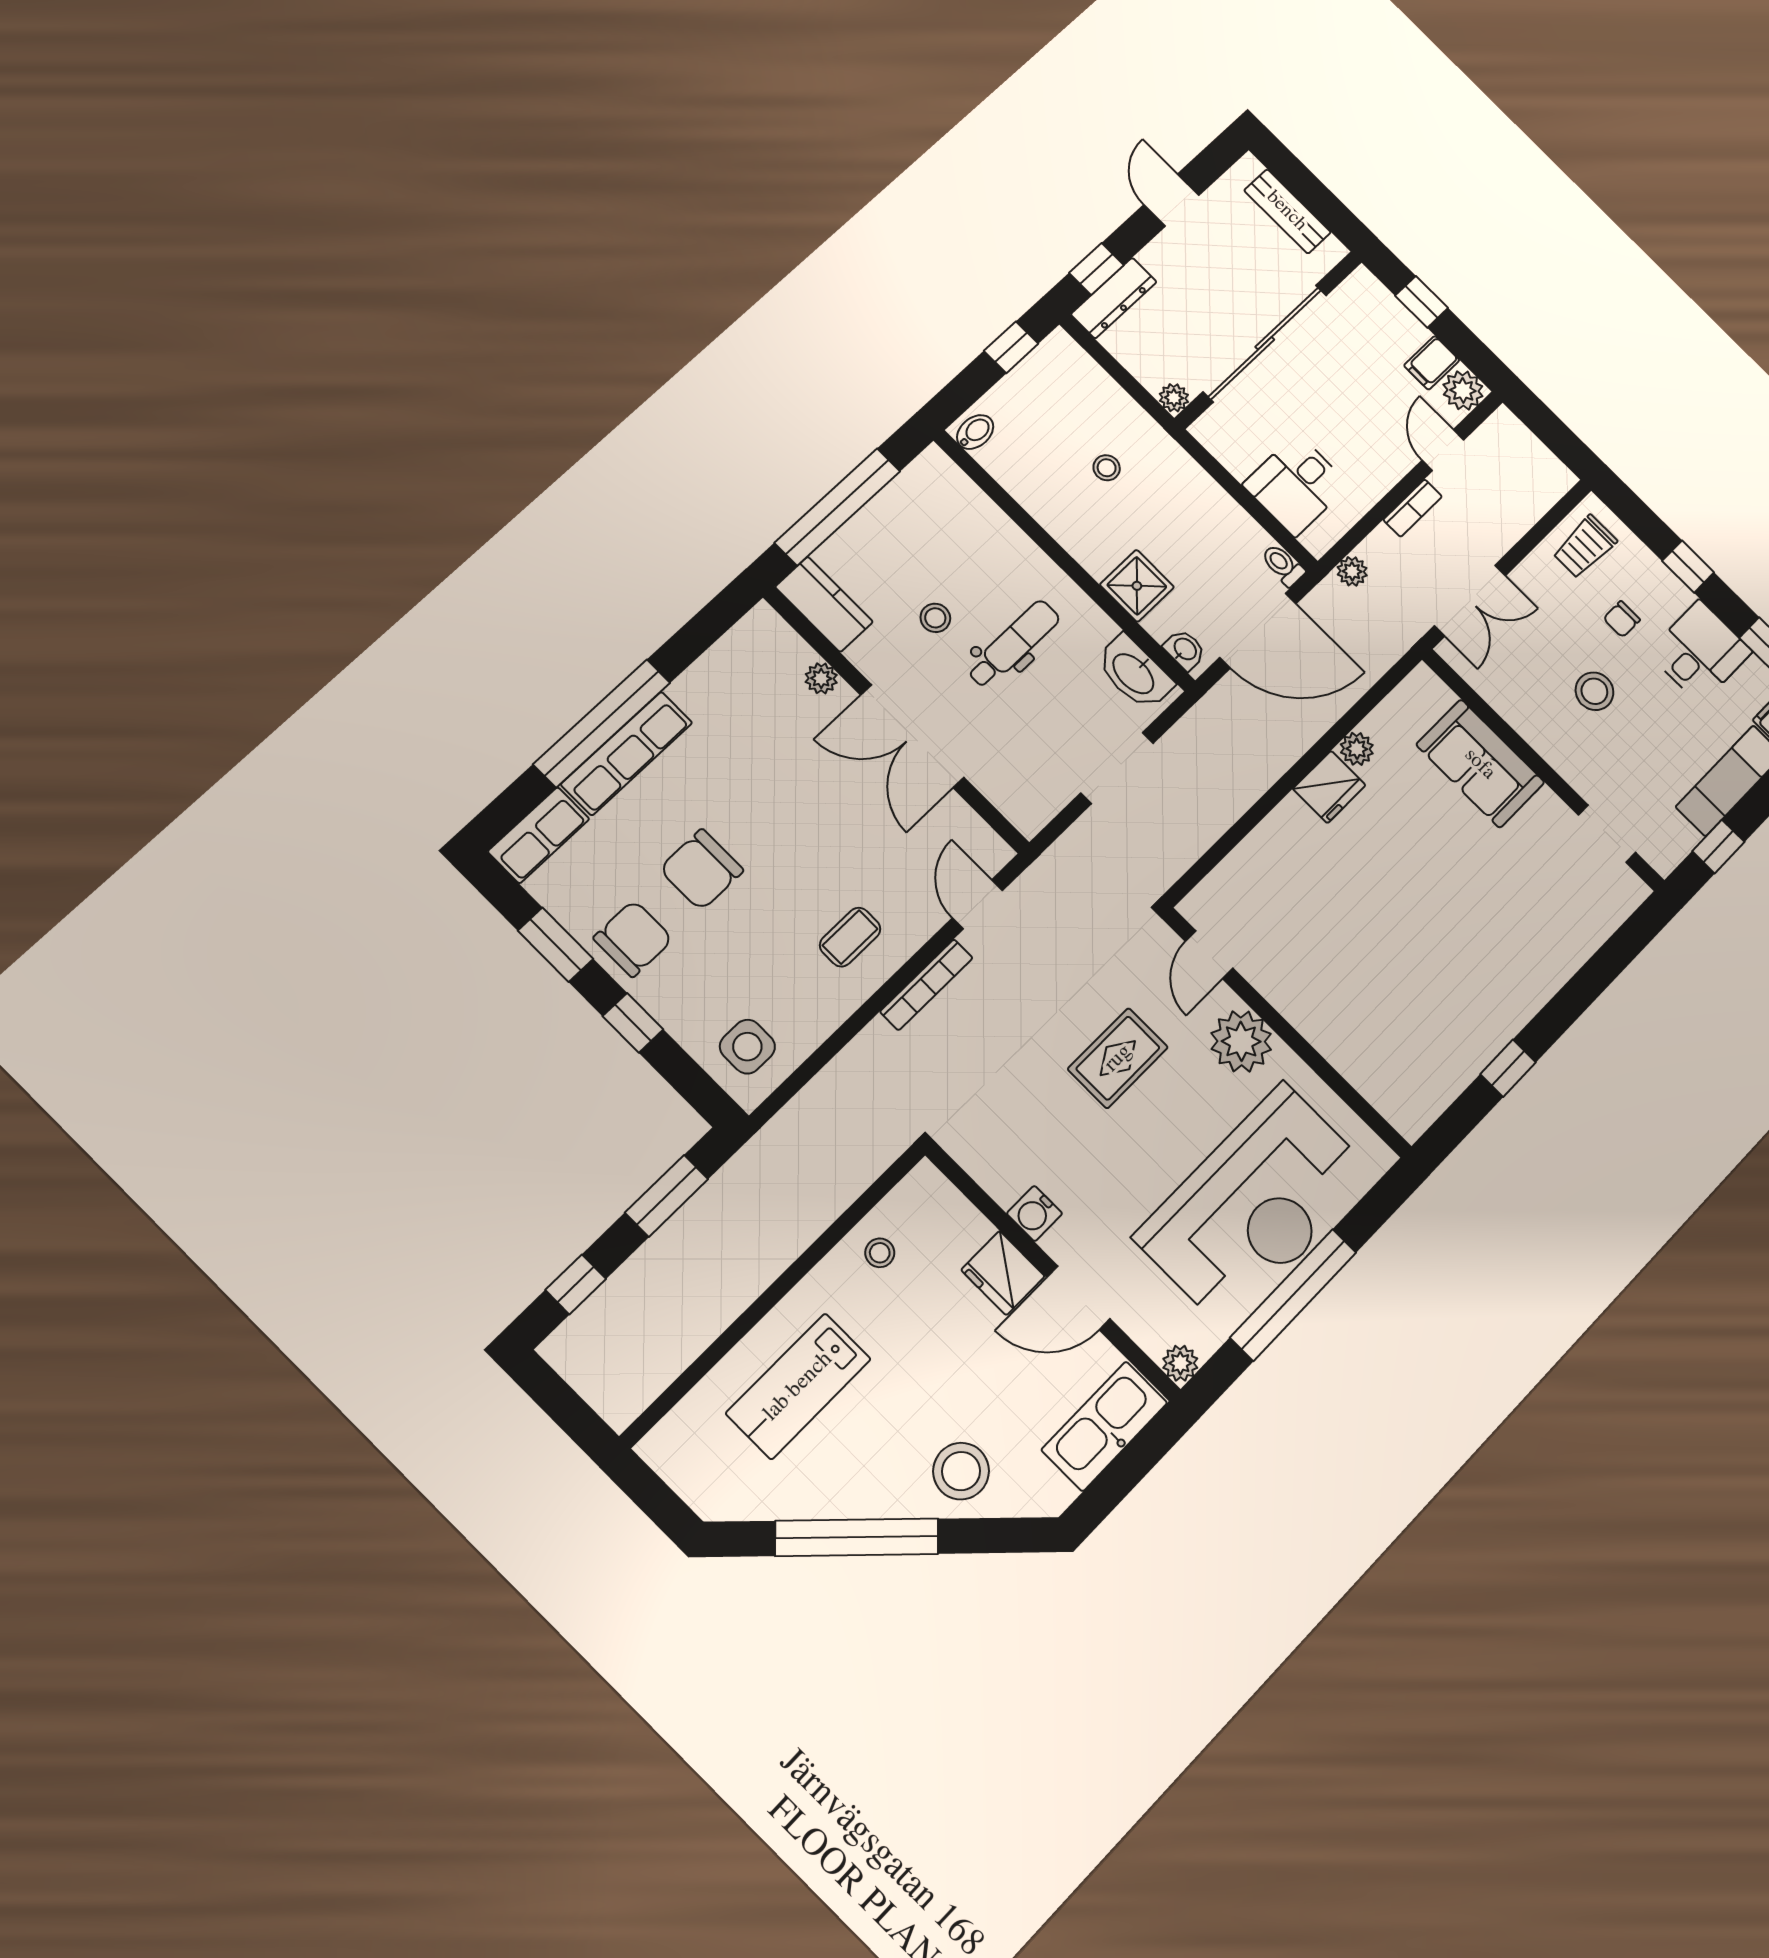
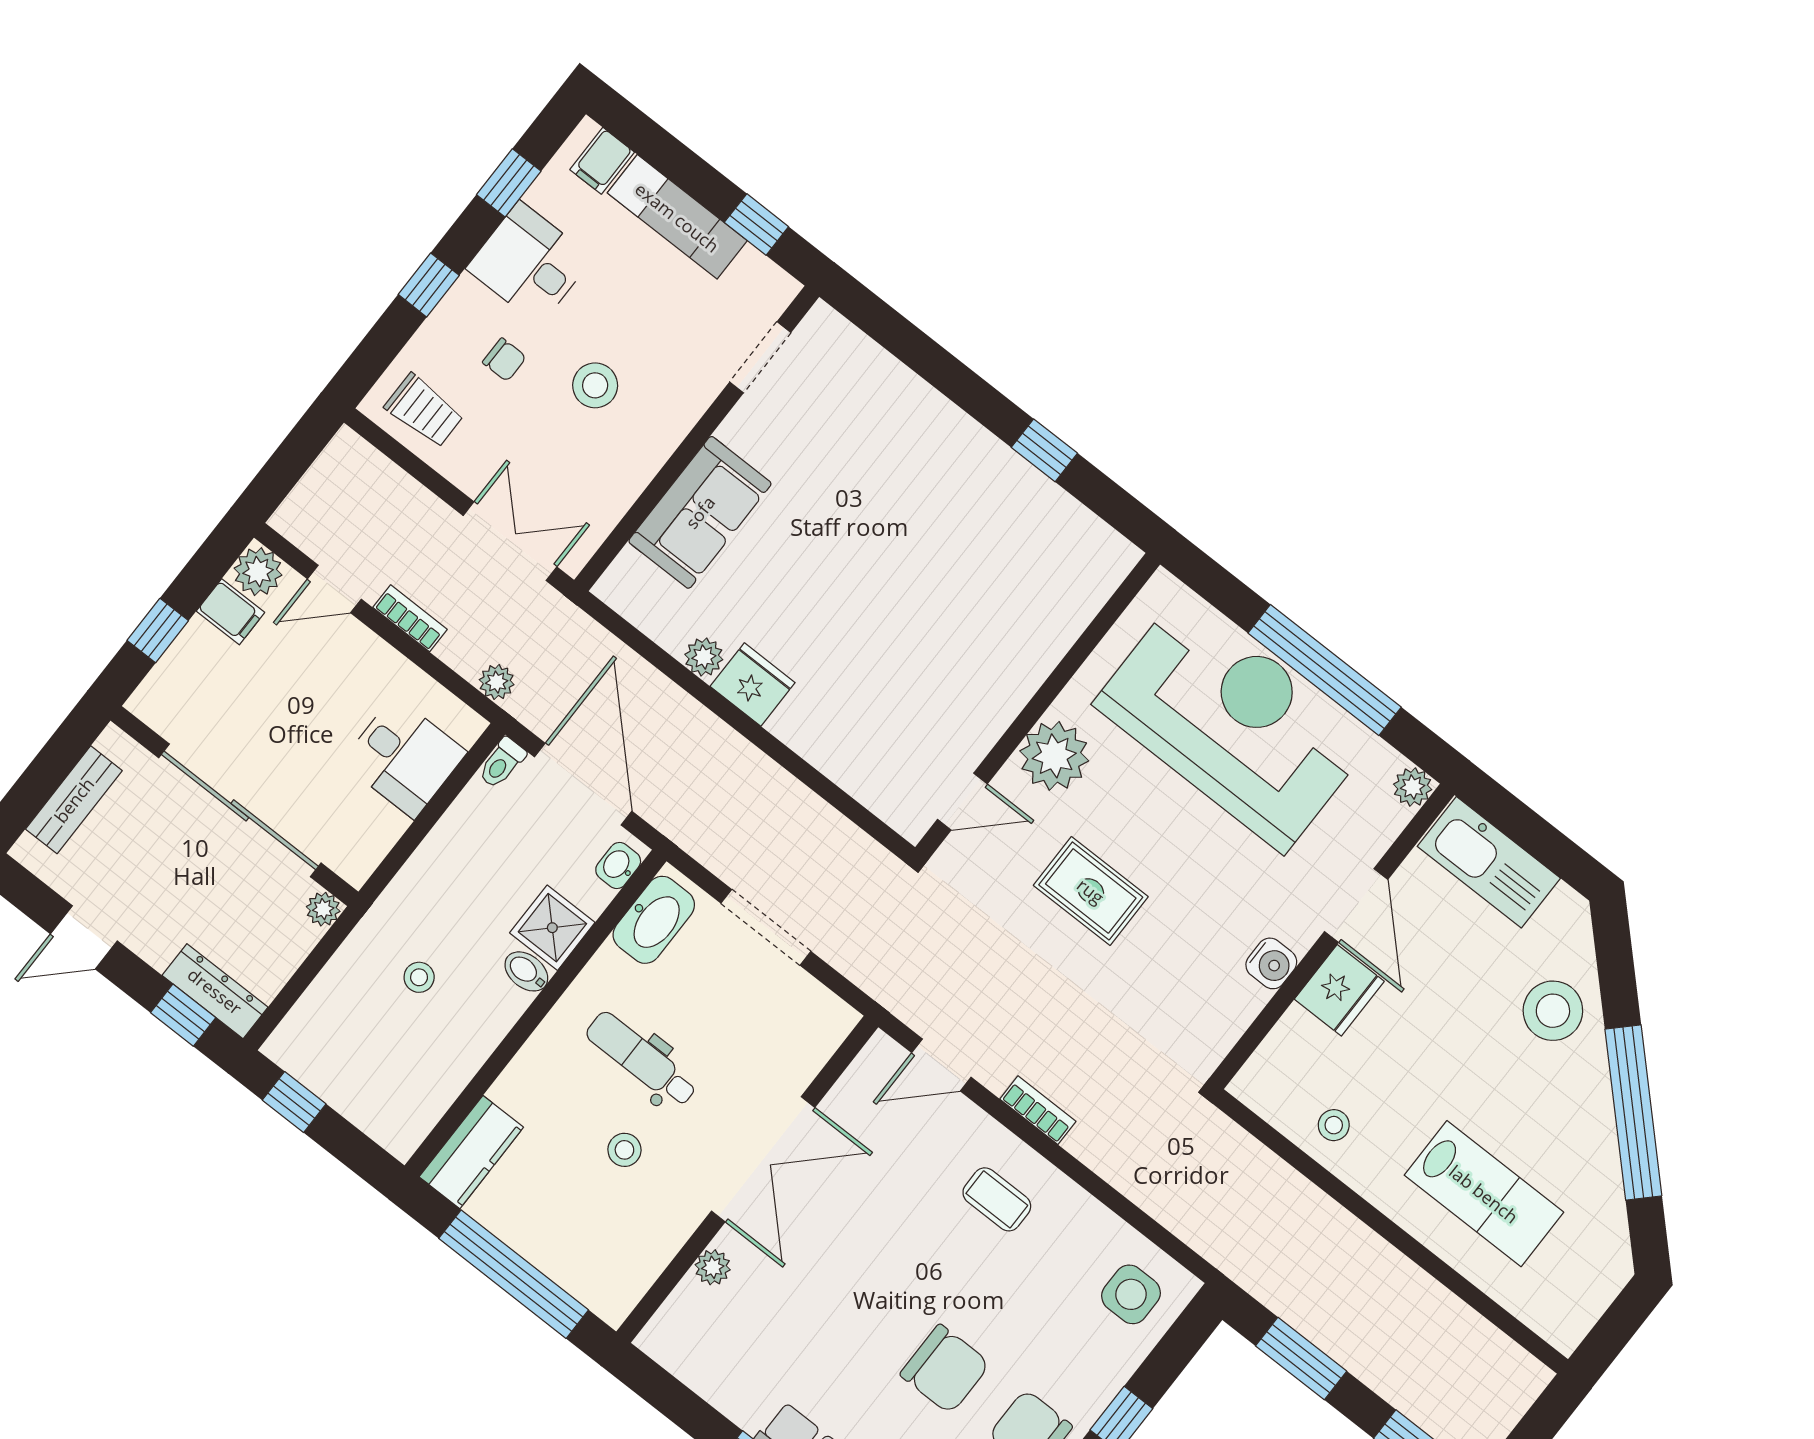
bidet: (975, 432) -> (526, 971), moved
kitchen counter: (824, 604) -> (471, 1152), moved, turned 180
bookcase: (926, 985) -> (1038, 1110), width x0.64

